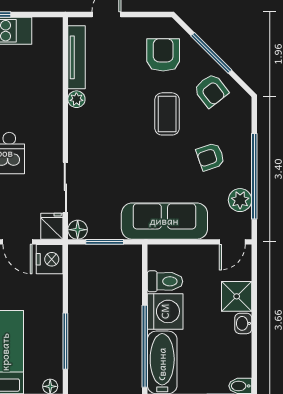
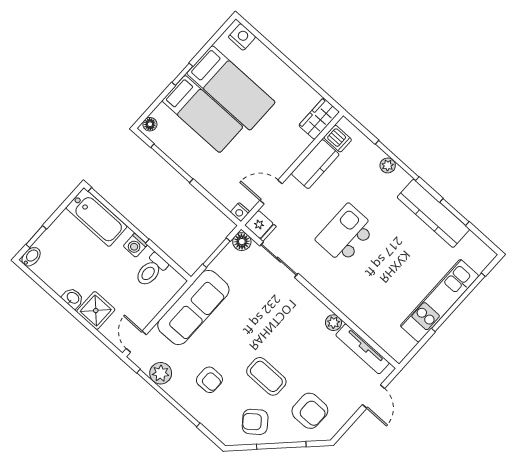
armchair: (210, 157) -> (209, 380), turned 109
nightstand: (50, 259) -> (240, 212), width x0.53, depth x0.56
washing machine: (165, 311) -> (135, 245), width x0.53, depth x0.53

